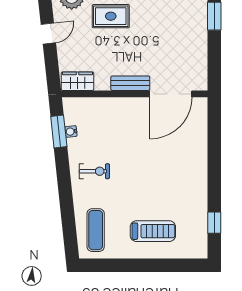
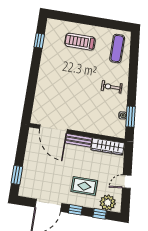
wardrobe: (77, 81) -> (108, 146), width x1.50
door: (171, 94) -> (53, 129), swing flipped

